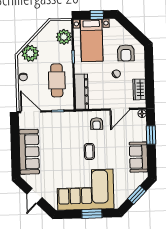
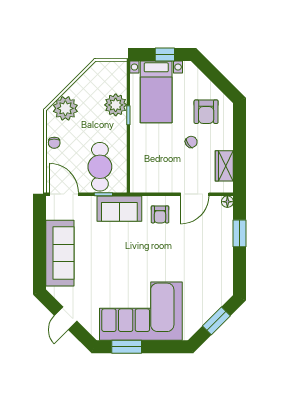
plant: (64, 37) -> (116, 105), moved
cafe table: (57, 80) -> (100, 167), moved
dresser: (82, 92) -> (139, 167), removed
coffee table: (89, 151) -> (148, 255), removed
sofa: (139, 157) -> (119, 209), moved, turned -90
window: (92, 214) -> (127, 347), moved

